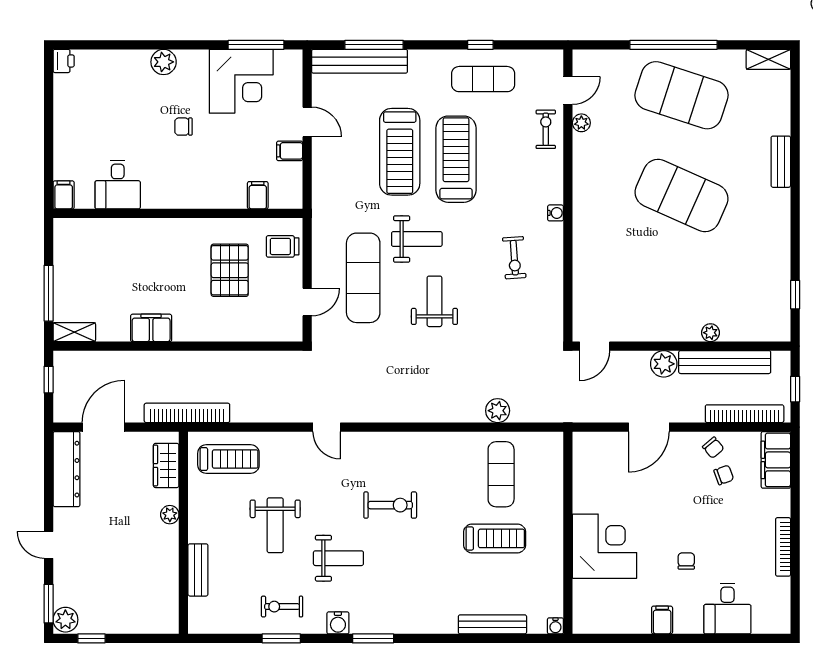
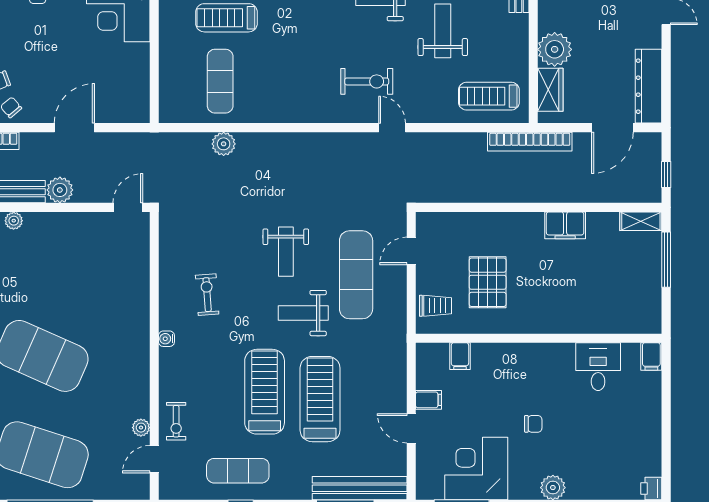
treadmill: (456, 159) -> (265, 392), turned 180
exercise bike: (390, 505) -> (367, 81), moved, turned 180
plant: (170, 515) -> (555, 49), width x1.88, depth x1.88

